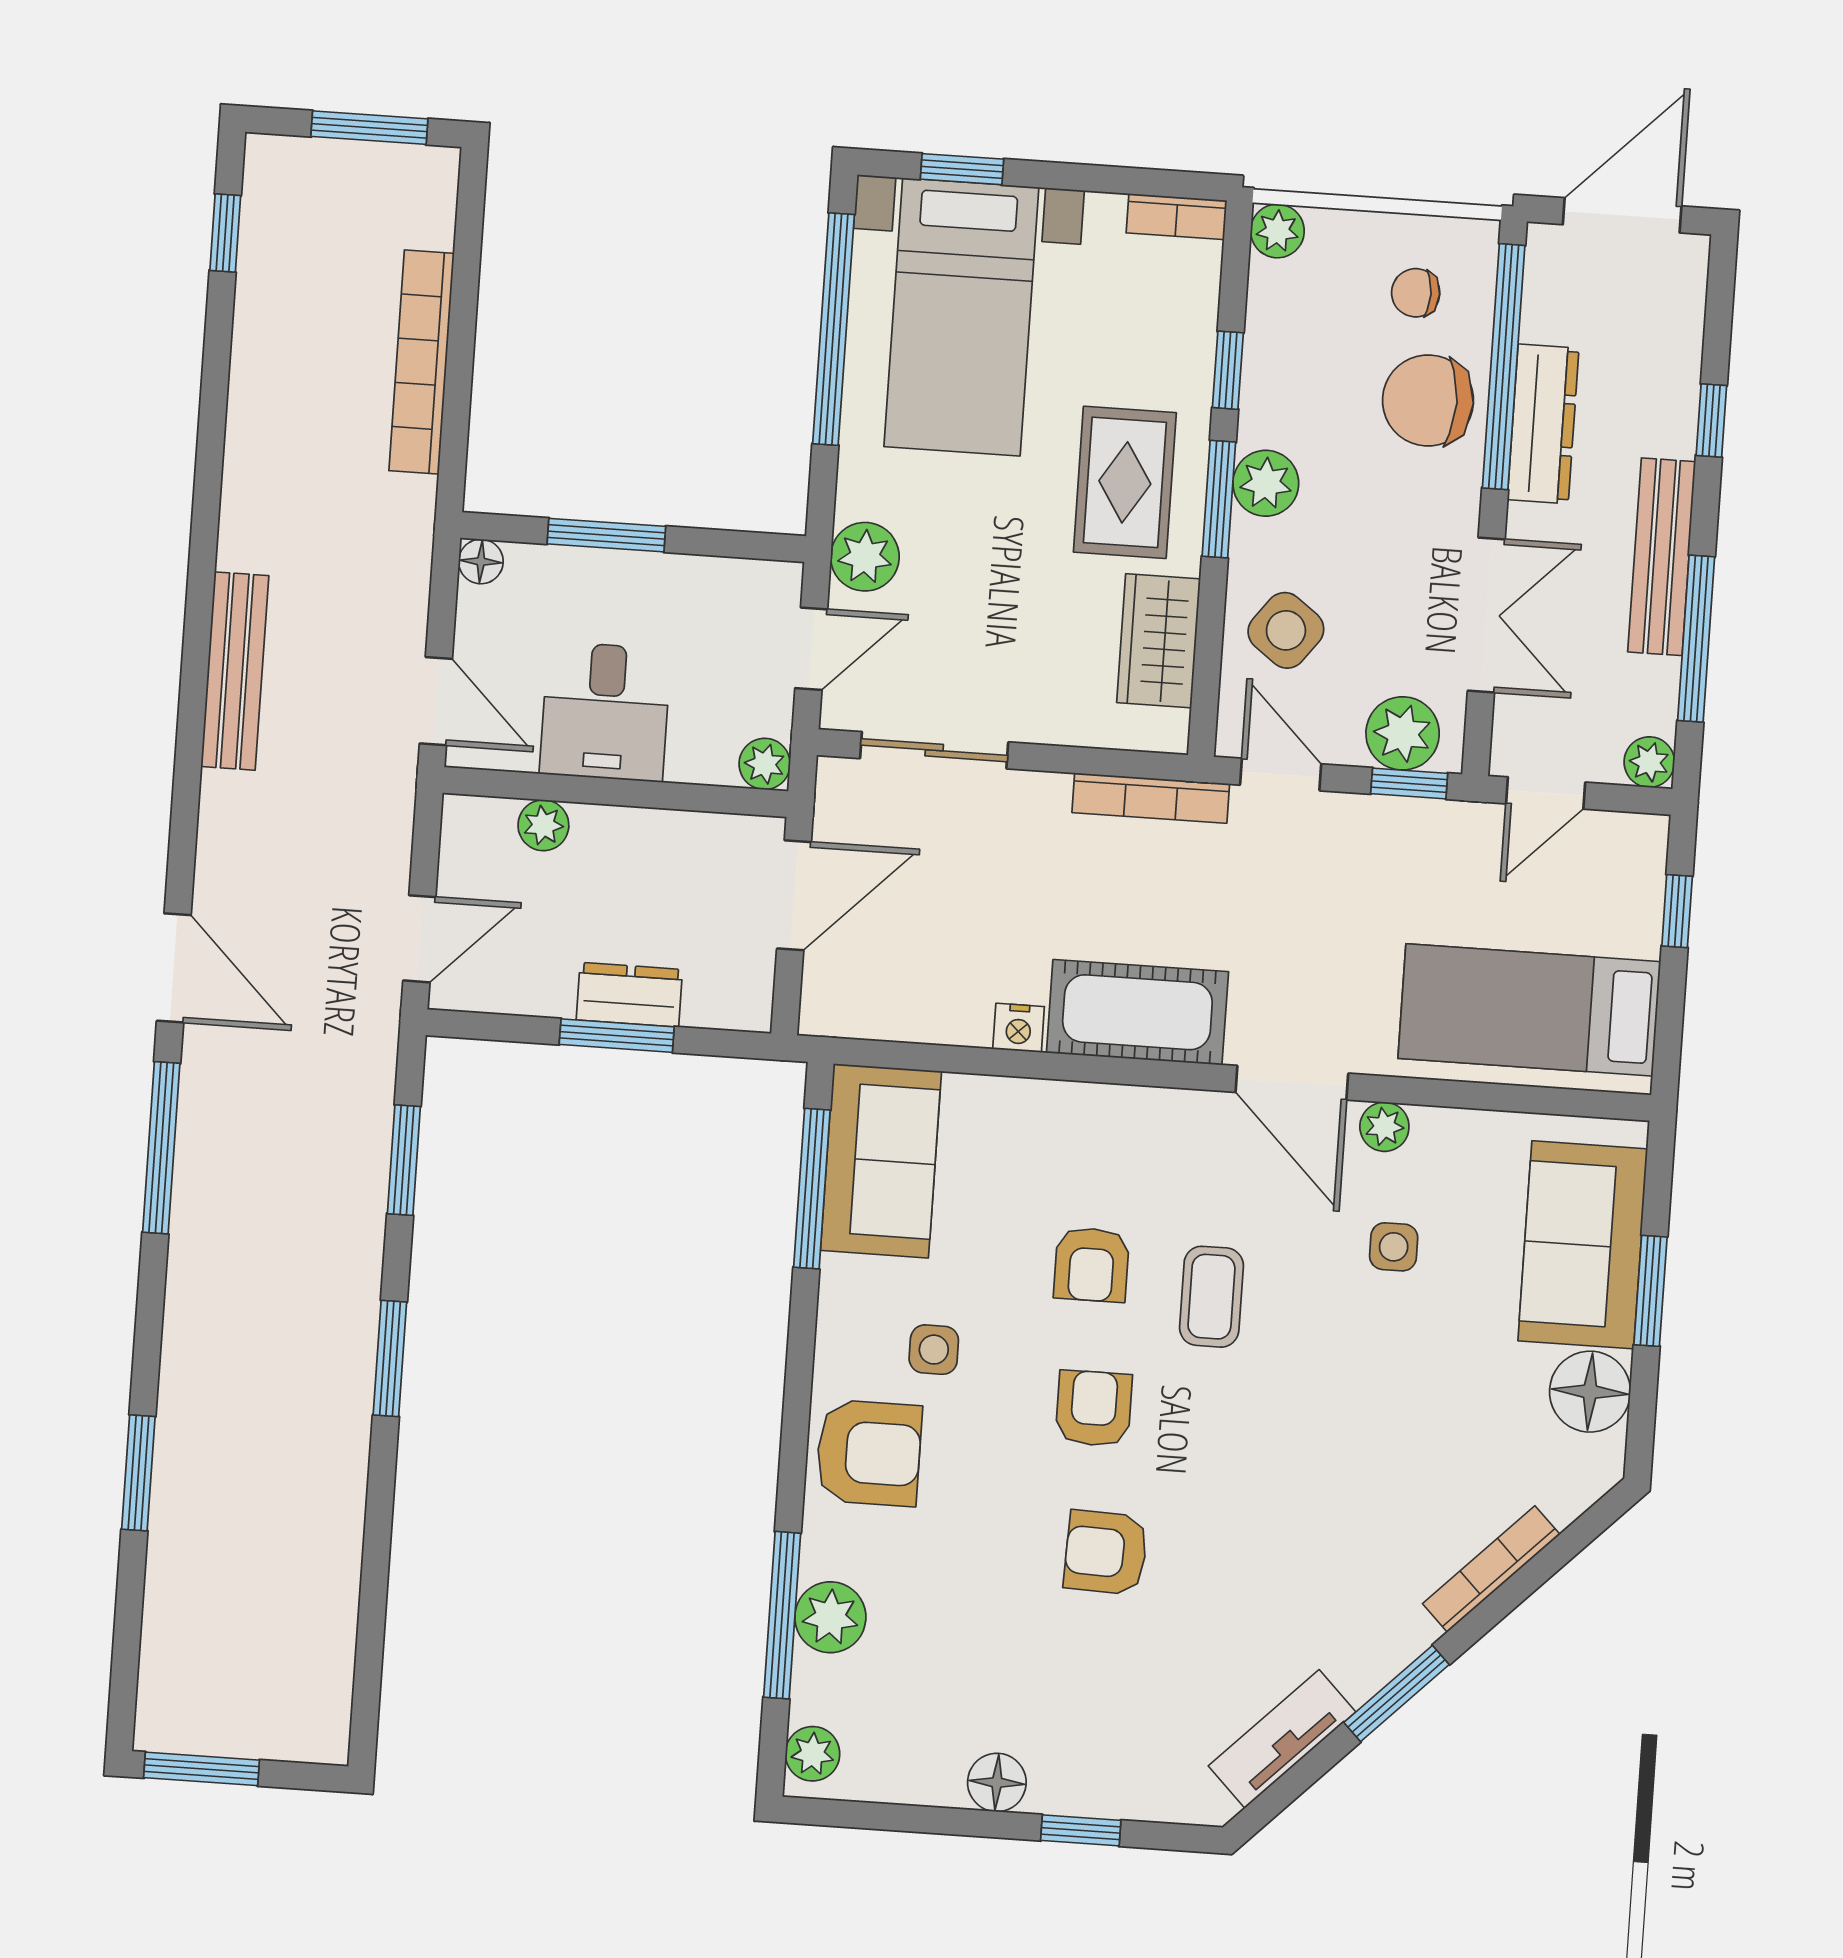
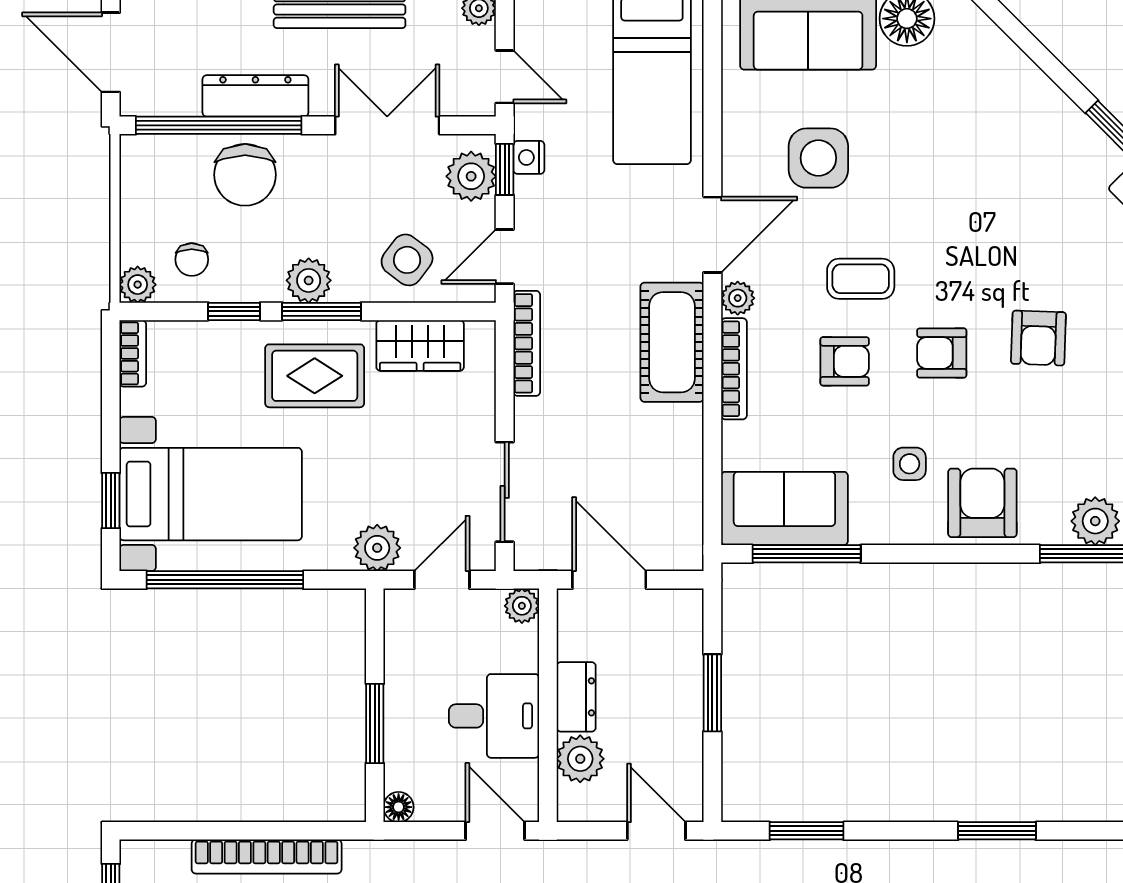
chair: (1416, 293) -> (192, 260), moved
door: (811, 649) -> (442, 580), hinge flipped
door: (436, 701) -> (495, 831), hinge flipped
plant: (543, 825) -> (580, 759), width x1.38, depth x1.38
dresser: (629, 995) -> (576, 697), moved, turned 180
nightstand: (1019, 1028) -> (529, 157), moved, turned 180
plant: (1384, 1127) -> (738, 298), moved
side table: (1394, 1247) -> (818, 158), width x1.87, depth x1.87
window: (390, 1358) -> (997, 831), moved
bookcase: (1491, 1569) -> (734, 369), moved, turned -135

